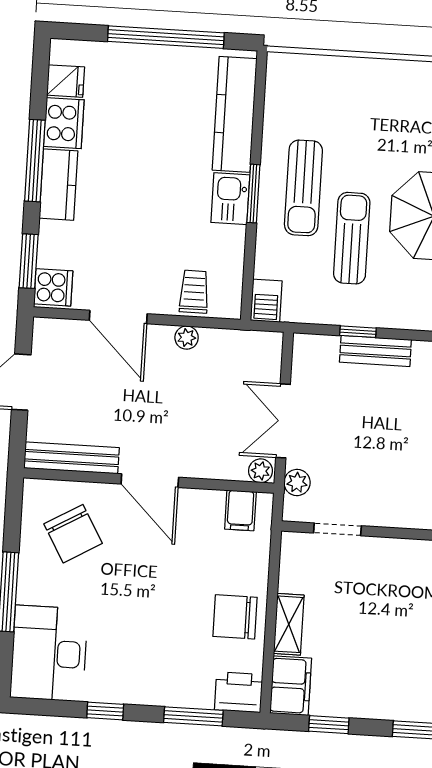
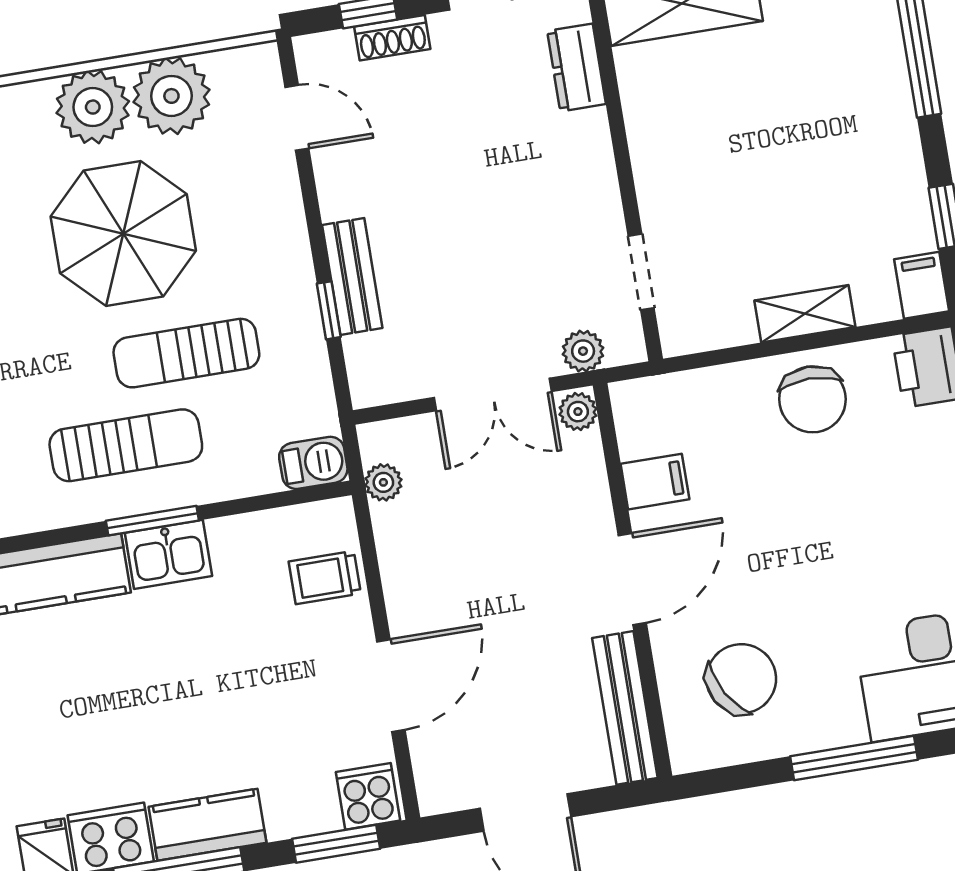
plant: (187, 338) -> (383, 482), moved
filing cabinet: (240, 510) -> (655, 482), moved
filing cabinet: (291, 686) -> (922, 285), width x0.50

